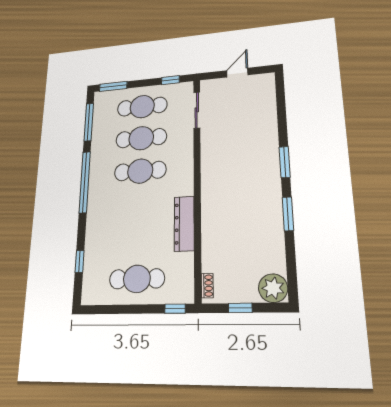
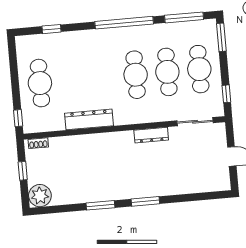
dresser: (208, 155) -> (151, 135), added

